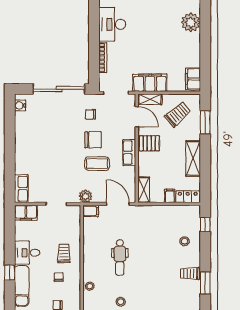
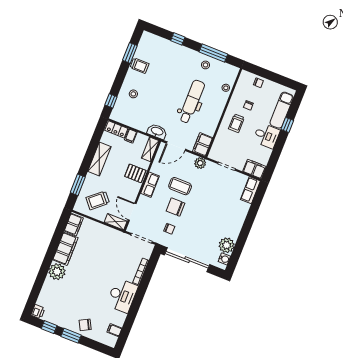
filing cabinet: (150, 83) -> (65, 249), moved, turned -90
plant: (23, 121) -> (227, 245), added
pallet: (149, 143) -> (135, 173), moved
door: (118, 204) -> (176, 146), hinge flipped
filing cabinet: (91, 211) -> (202, 145), width x2.00
washbasin: (144, 212) -> (157, 131), added
dental chair: (120, 257) -> (192, 102), width x1.36, depth x1.38

